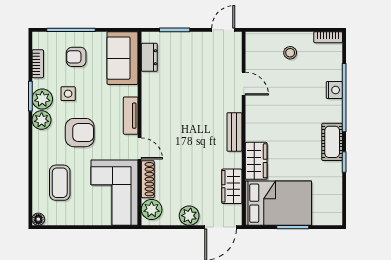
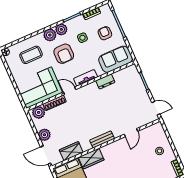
dresser: (149, 57) -> (105, 81), moved
plant: (42, 99) -> (50, 35), moved
door: (140, 148) -> (70, 91), swing flipped

